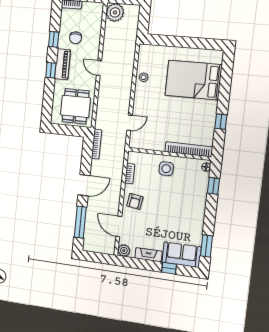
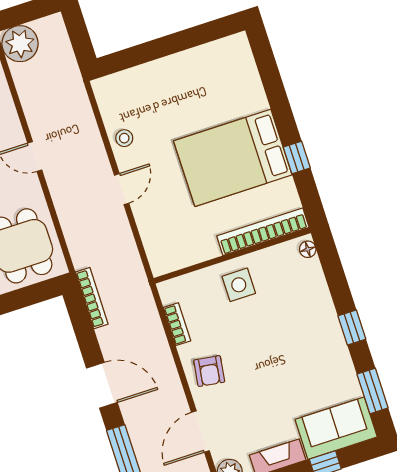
bed: (193, 80) -> (233, 158), moved
door: (130, 123) -> (122, 189), moved
door: (84, 185) -> (102, 385), hinge flipped
window: (213, 186) -> (352, 328), moved
door: (119, 226) -> (200, 432), hinge flipped

